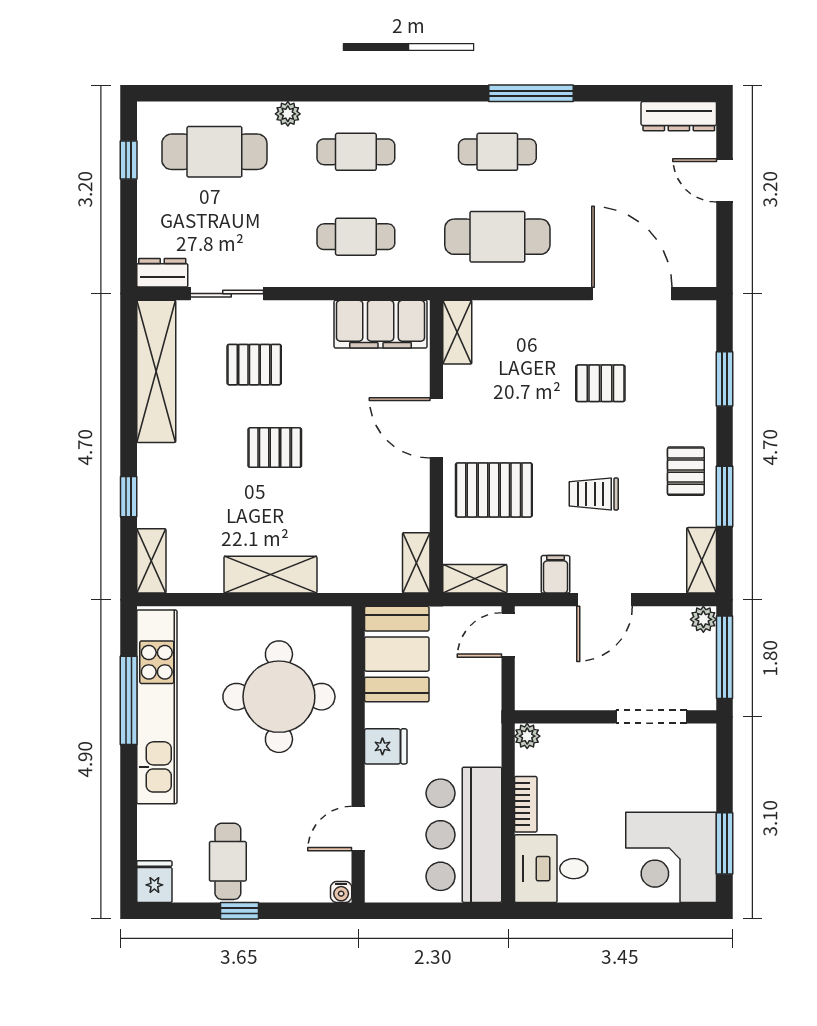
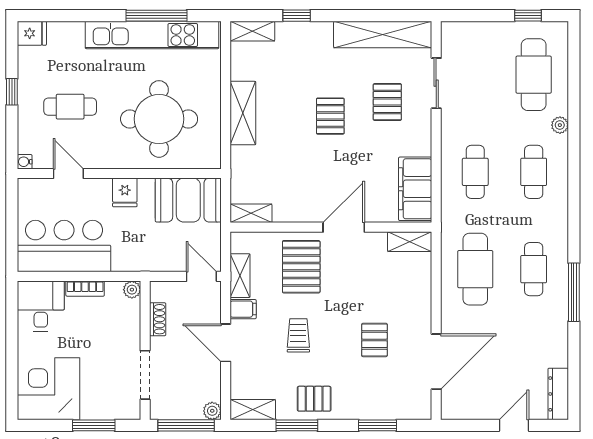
dresser: (162, 273) -> (450, 39), removed
shelving: (475, 579) -> (240, 276), moved
shoe rack: (570, 699) -> (158, 319), added
window: (725, 843) -> (94, 425), moved
cafe table: (228, 861) -> (70, 107), moved

